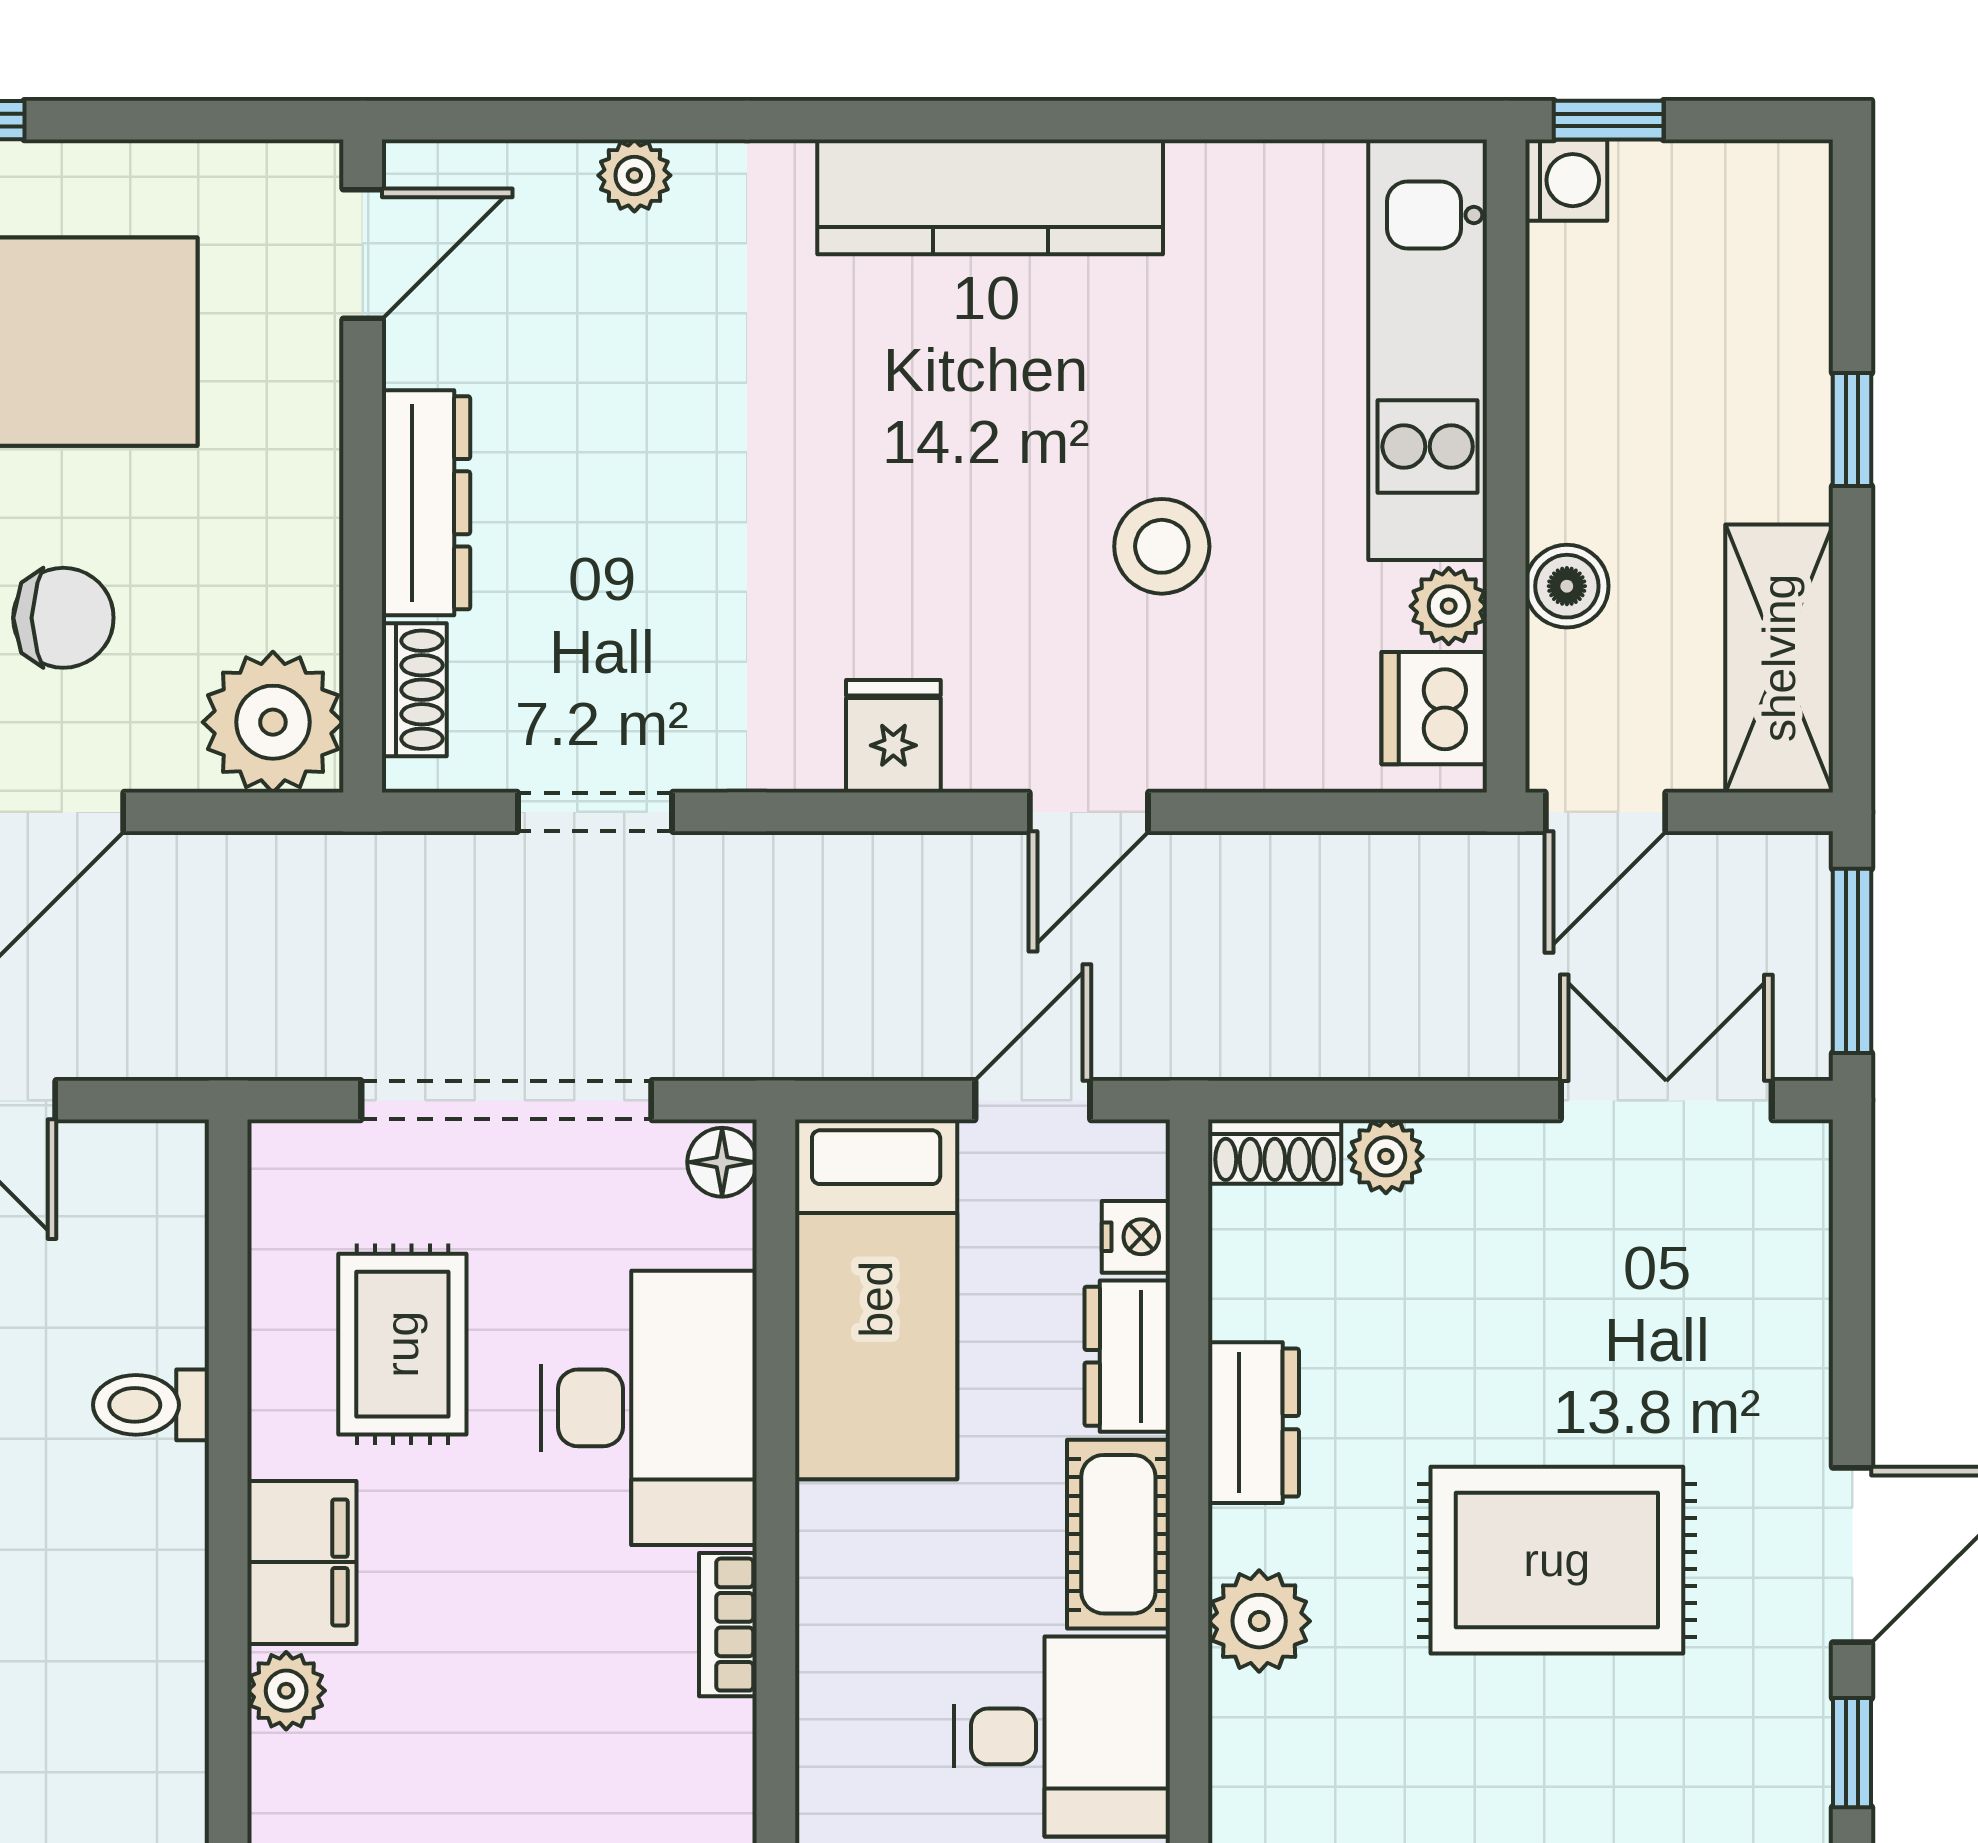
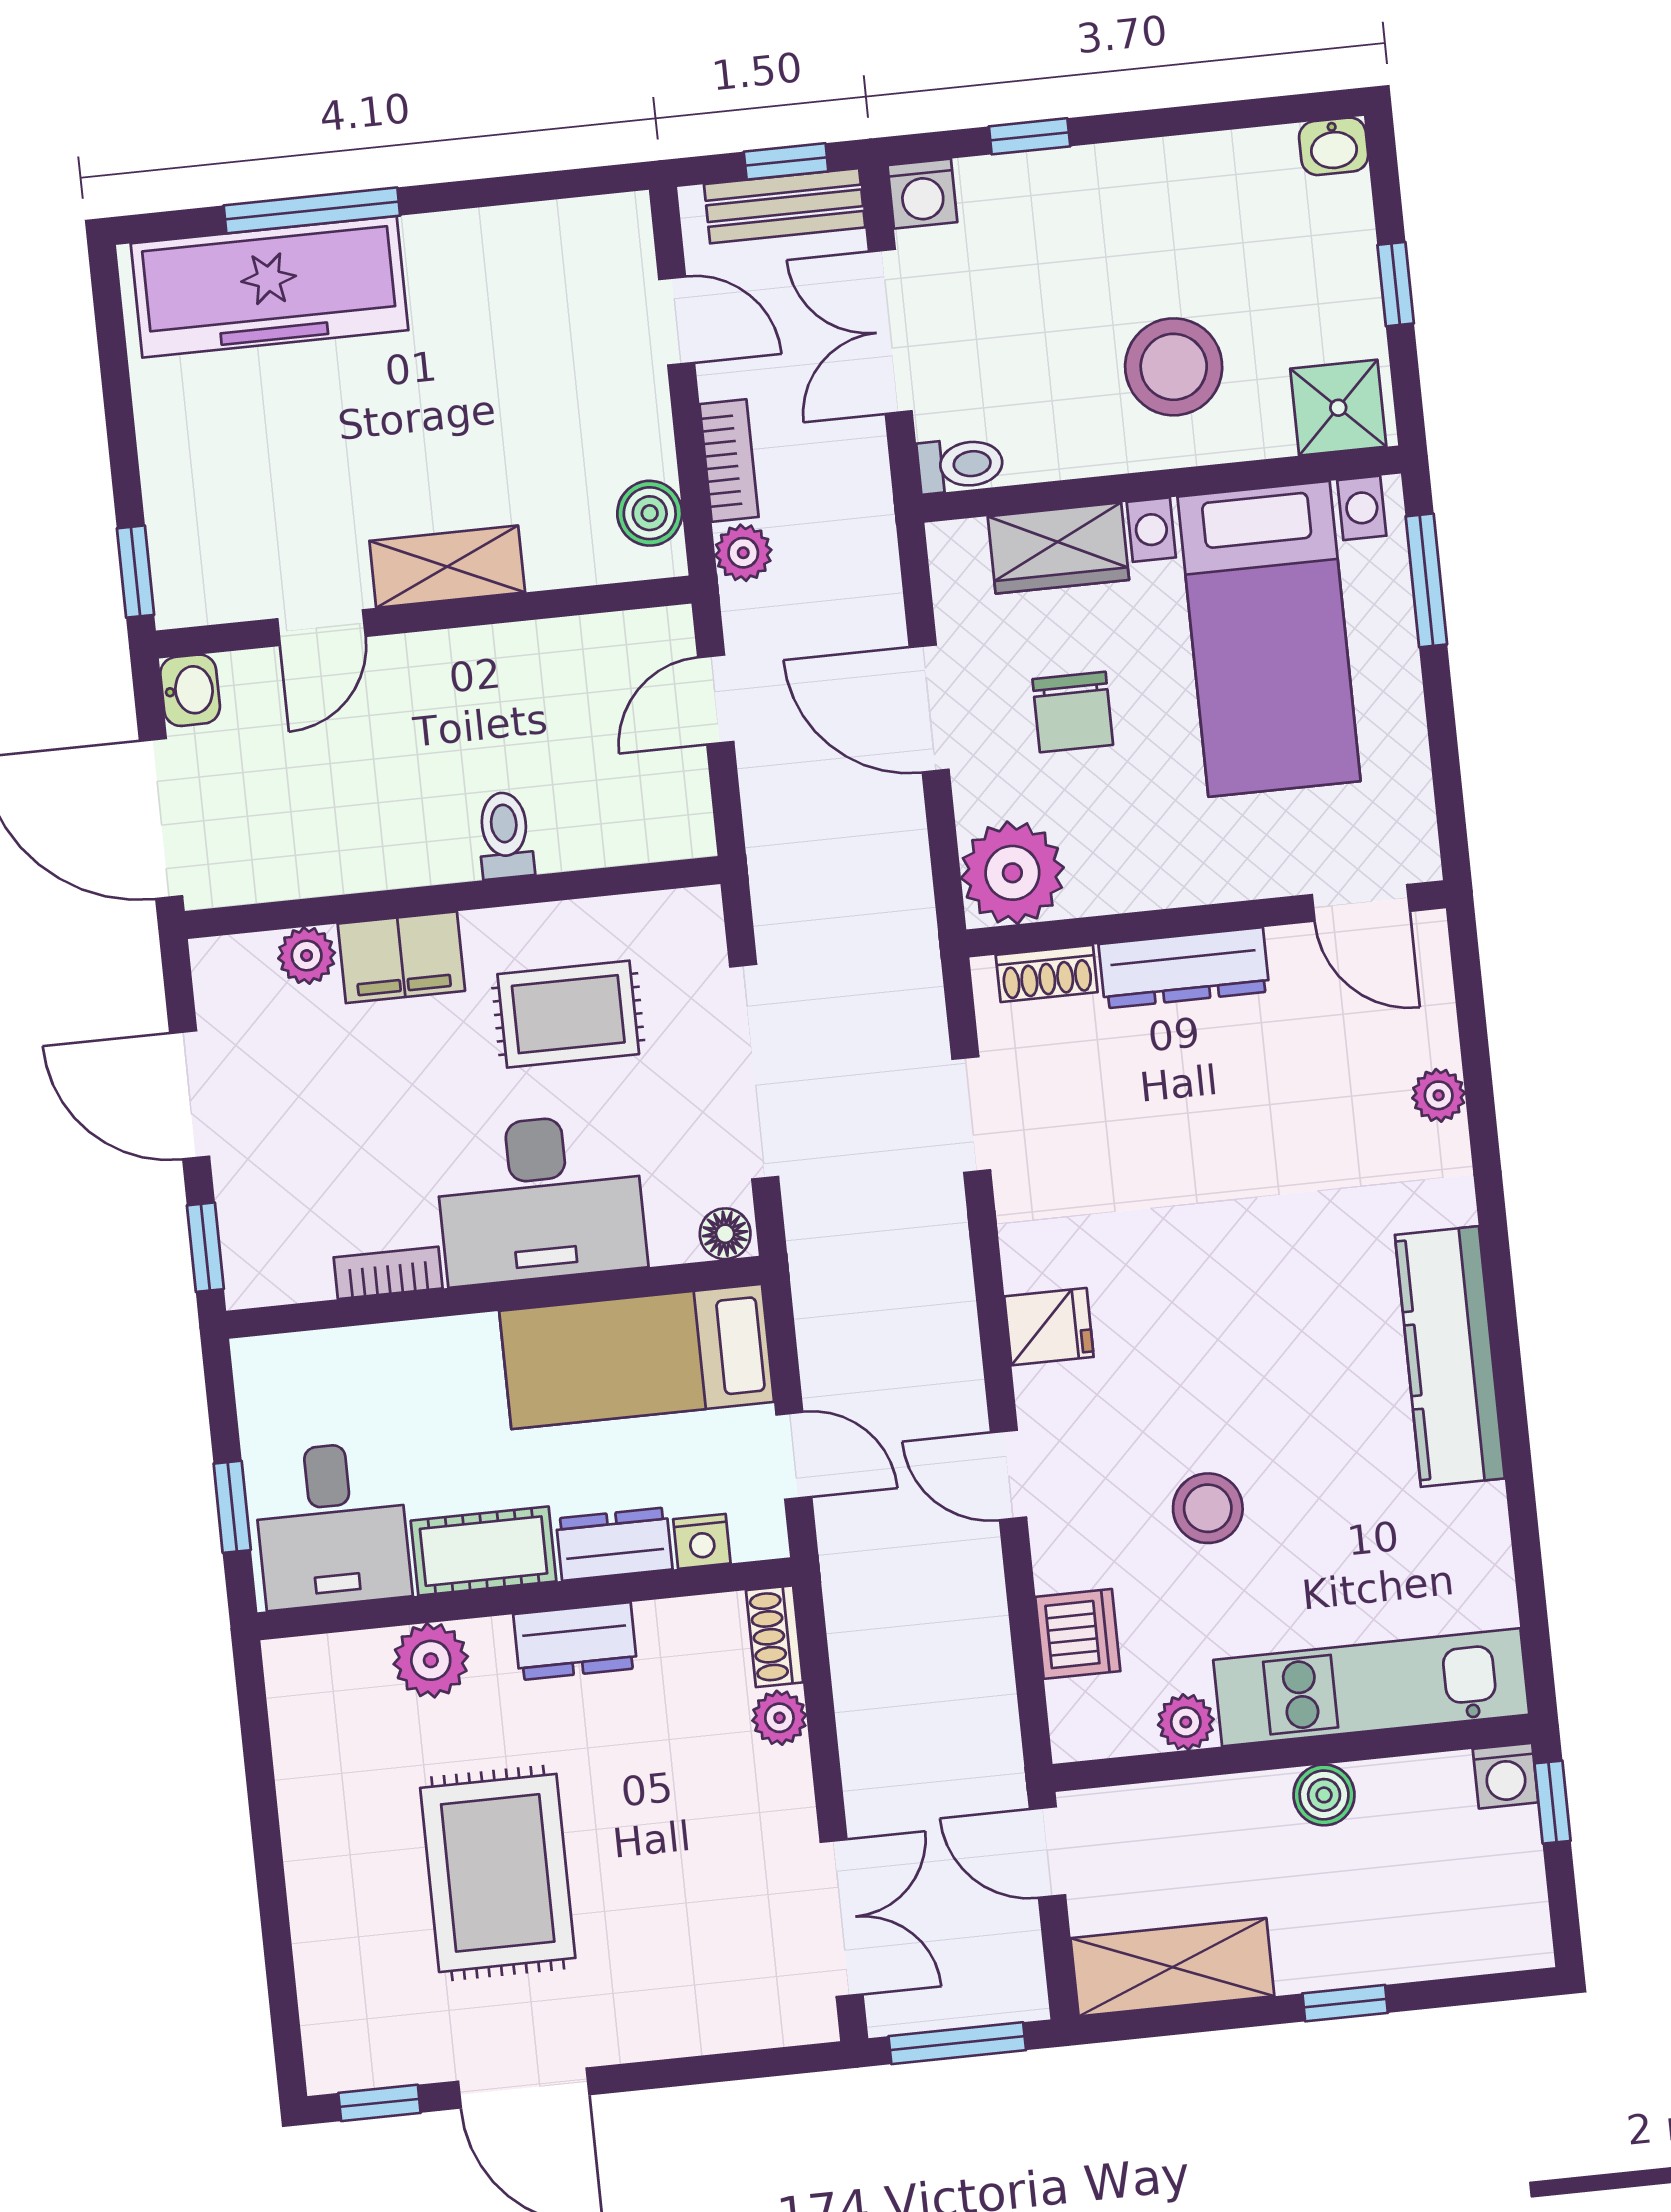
boiler: (1567, 586) -> (1324, 1795), moved
dishwasher: (1434, 708) -> (1078, 1634), moved, turned 90

